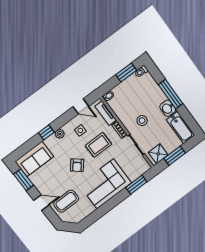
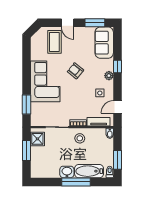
stool: (142, 121) -> (80, 138), moved
bathtub: (181, 127) -> (89, 171), moved
rug: (99, 145) -> (79, 99), removed
door: (41, 203) -> (68, 23), hinge flipped

